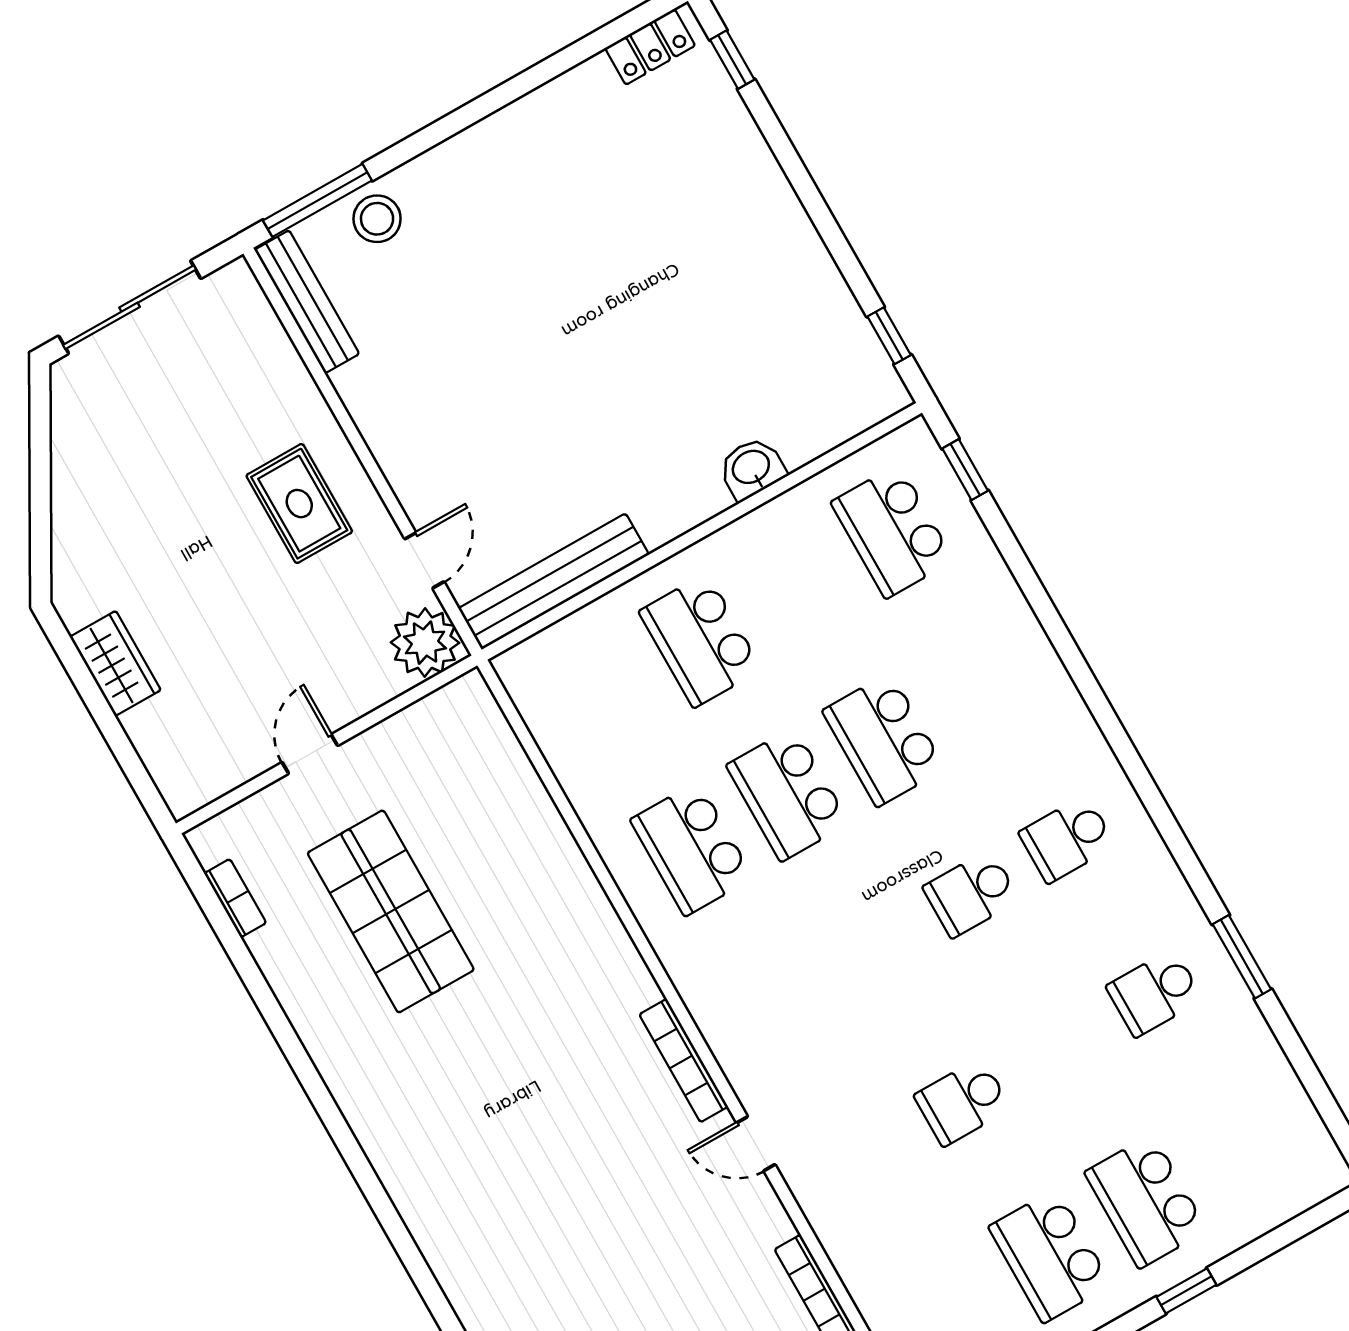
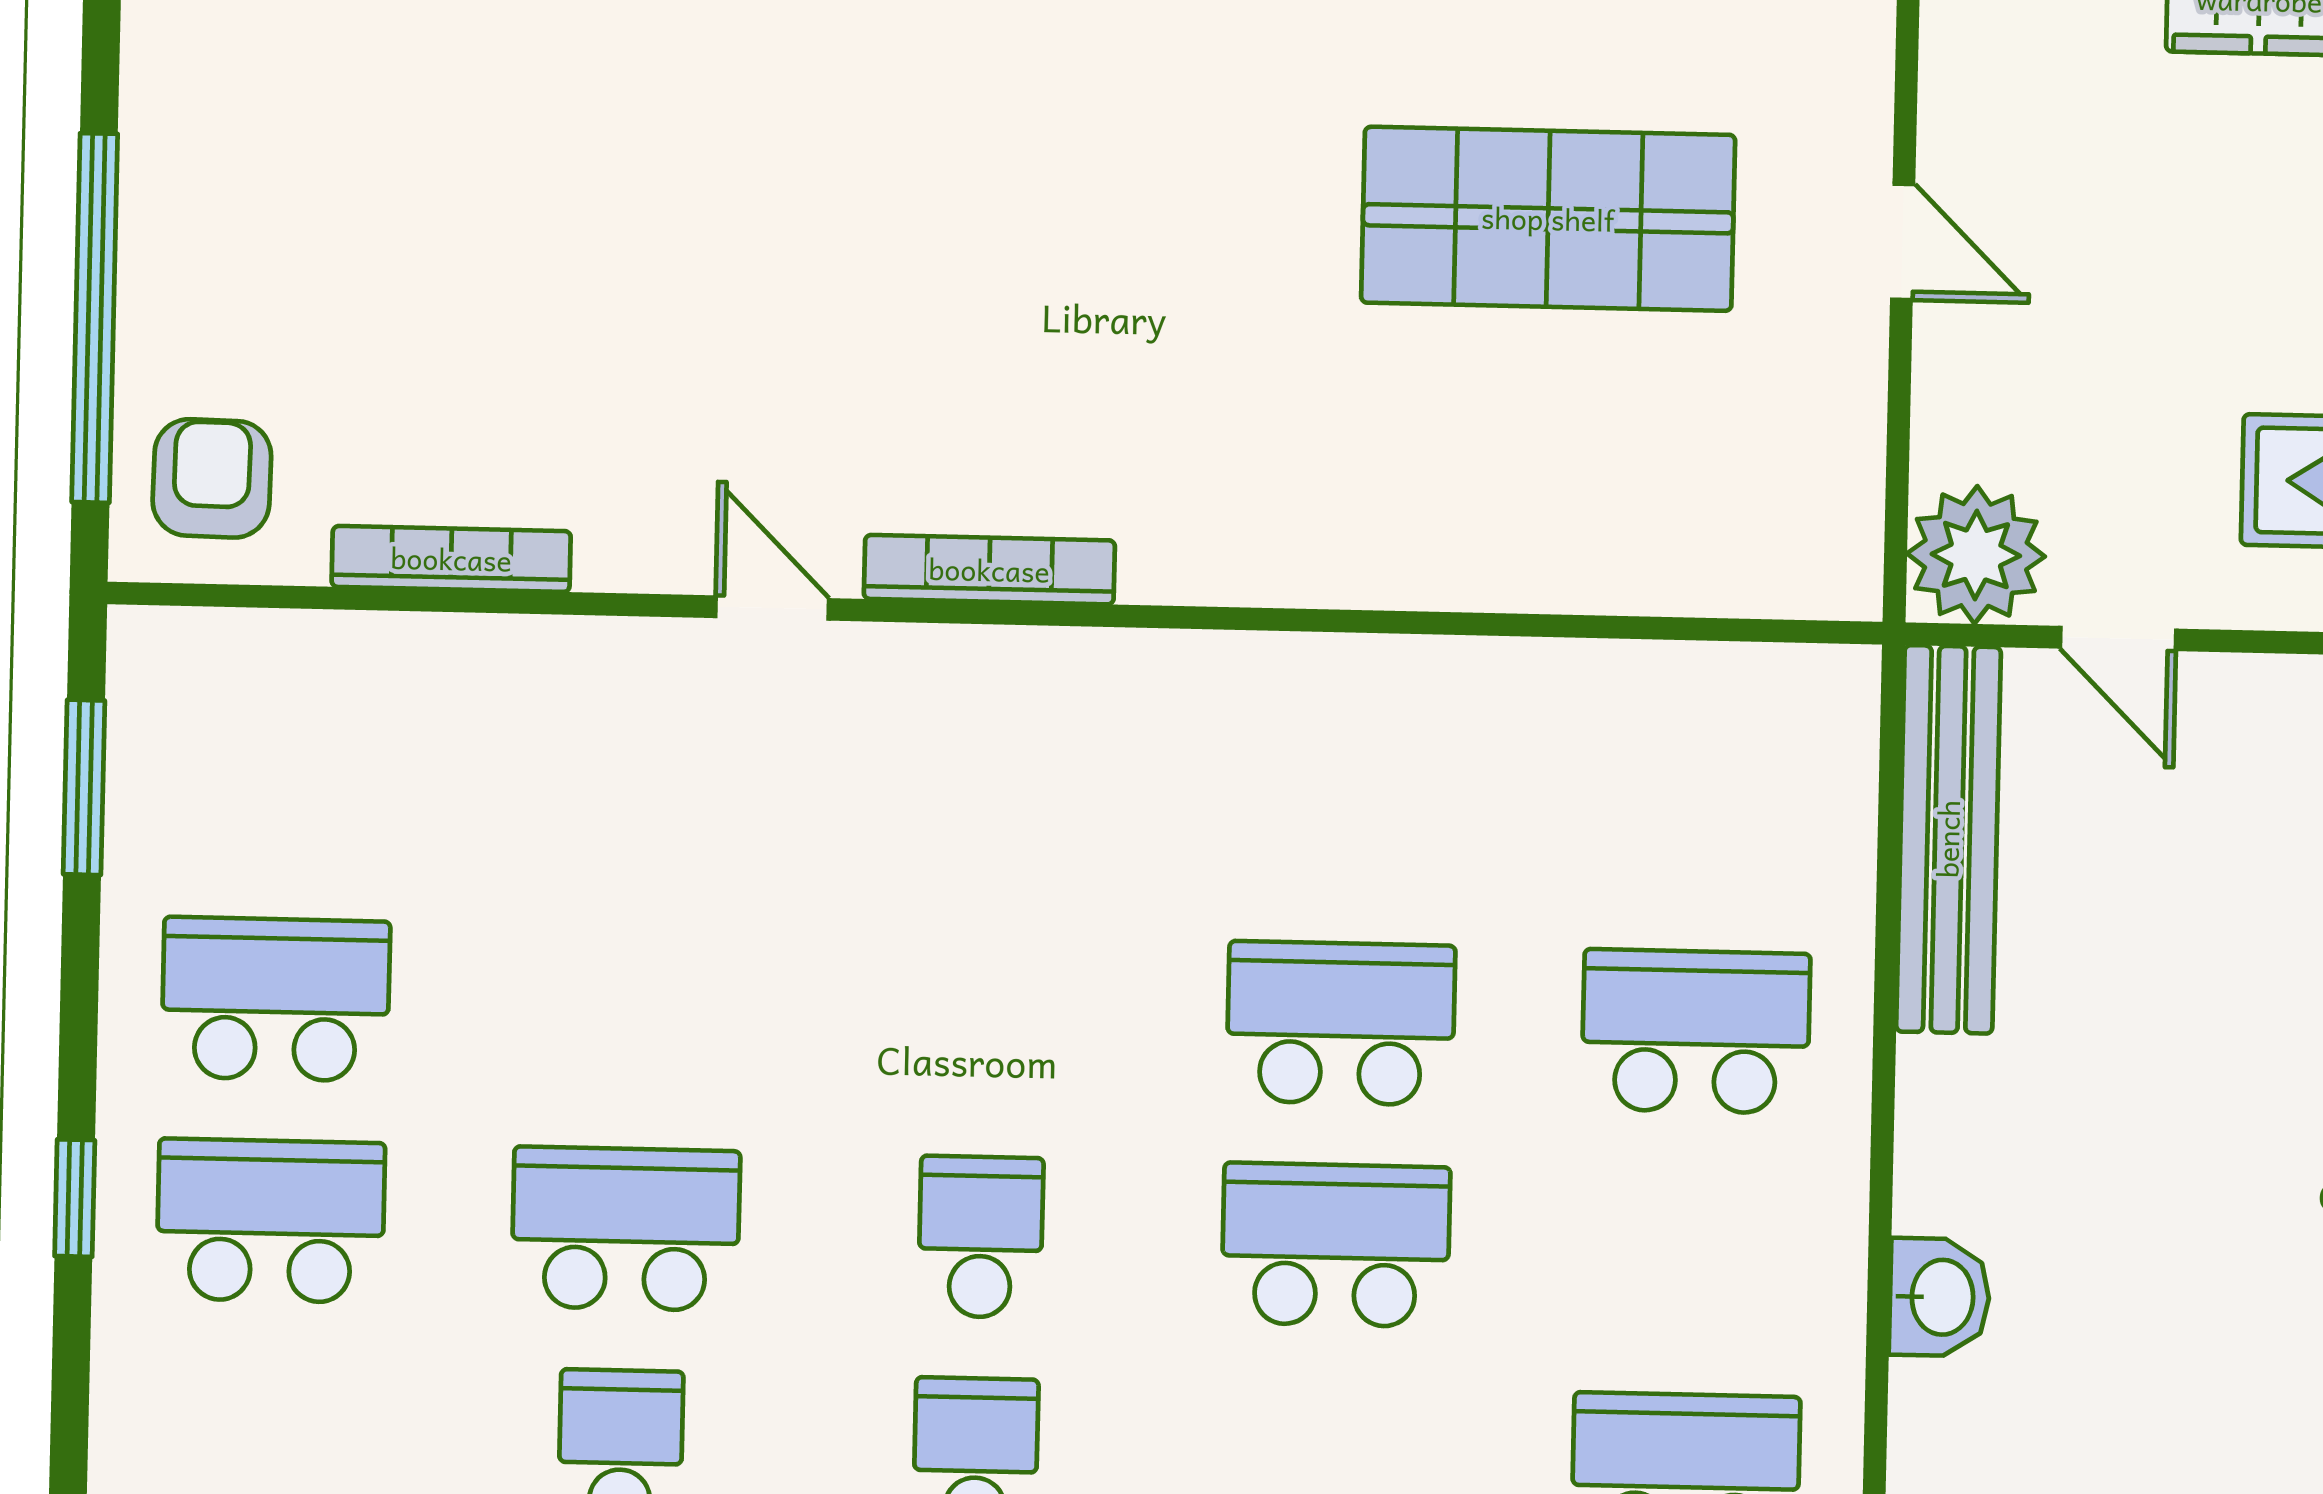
school desk: (692, 849) -> (1346, 802), removed
school desk: (963, 1102) -> (626, 1229), moved, width x1.85
door: (756, 1144) -> (772, 608), hinge flipped

